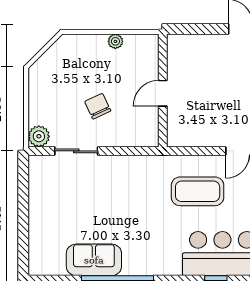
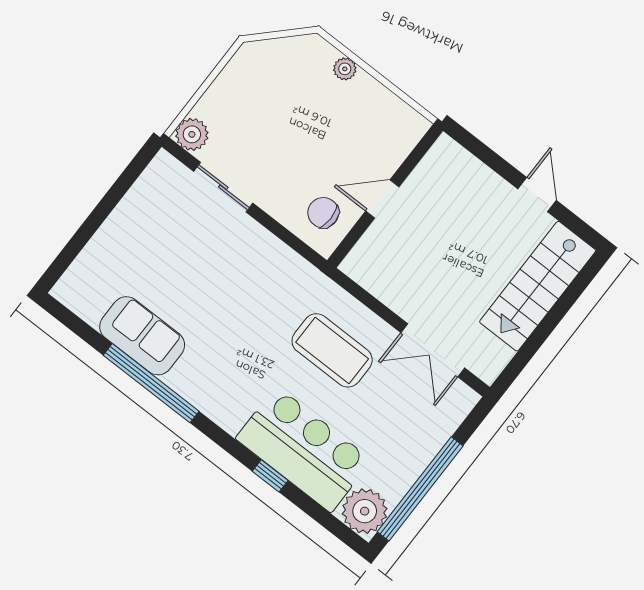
plant: (115, 41) -> (345, 69), moved
chair: (98, 106) -> (323, 213), moved, turned -65

